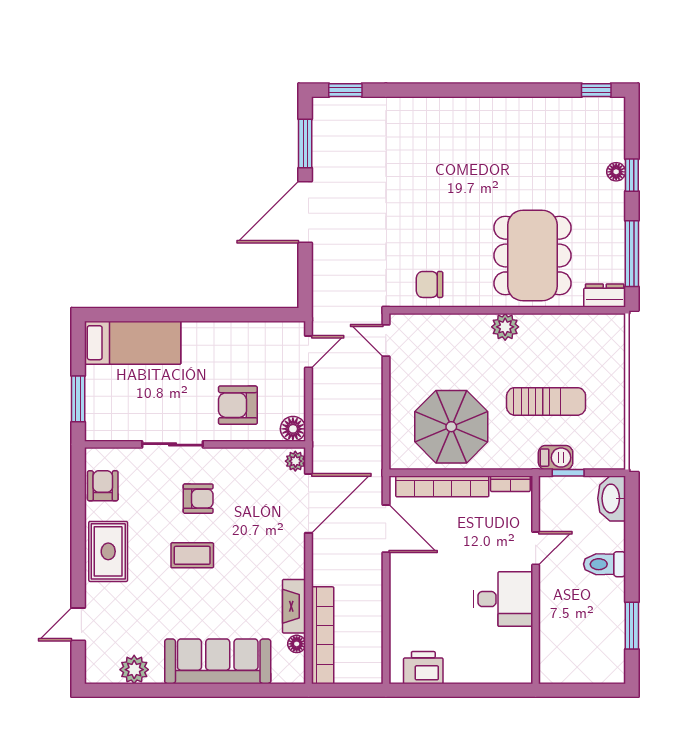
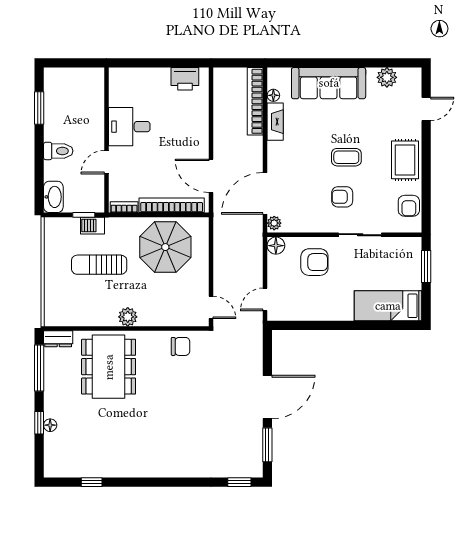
window: (596, 90) -> (92, 482), moved

